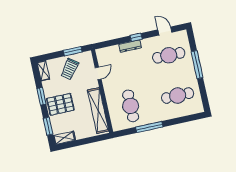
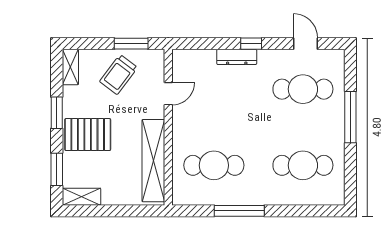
cafe table: (131, 106) -> (214, 165), turned 90

